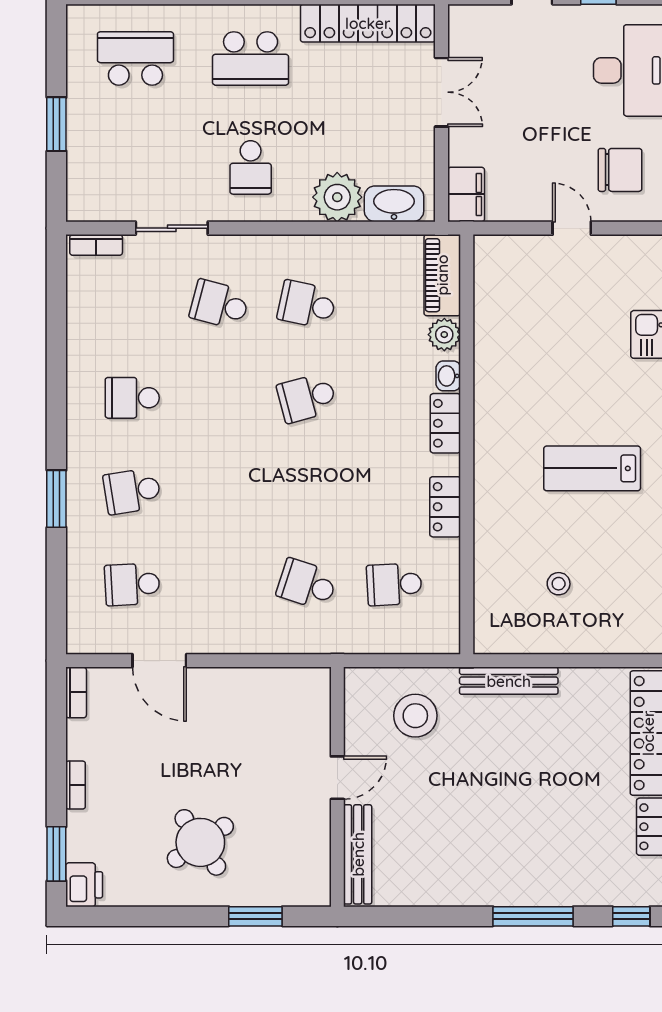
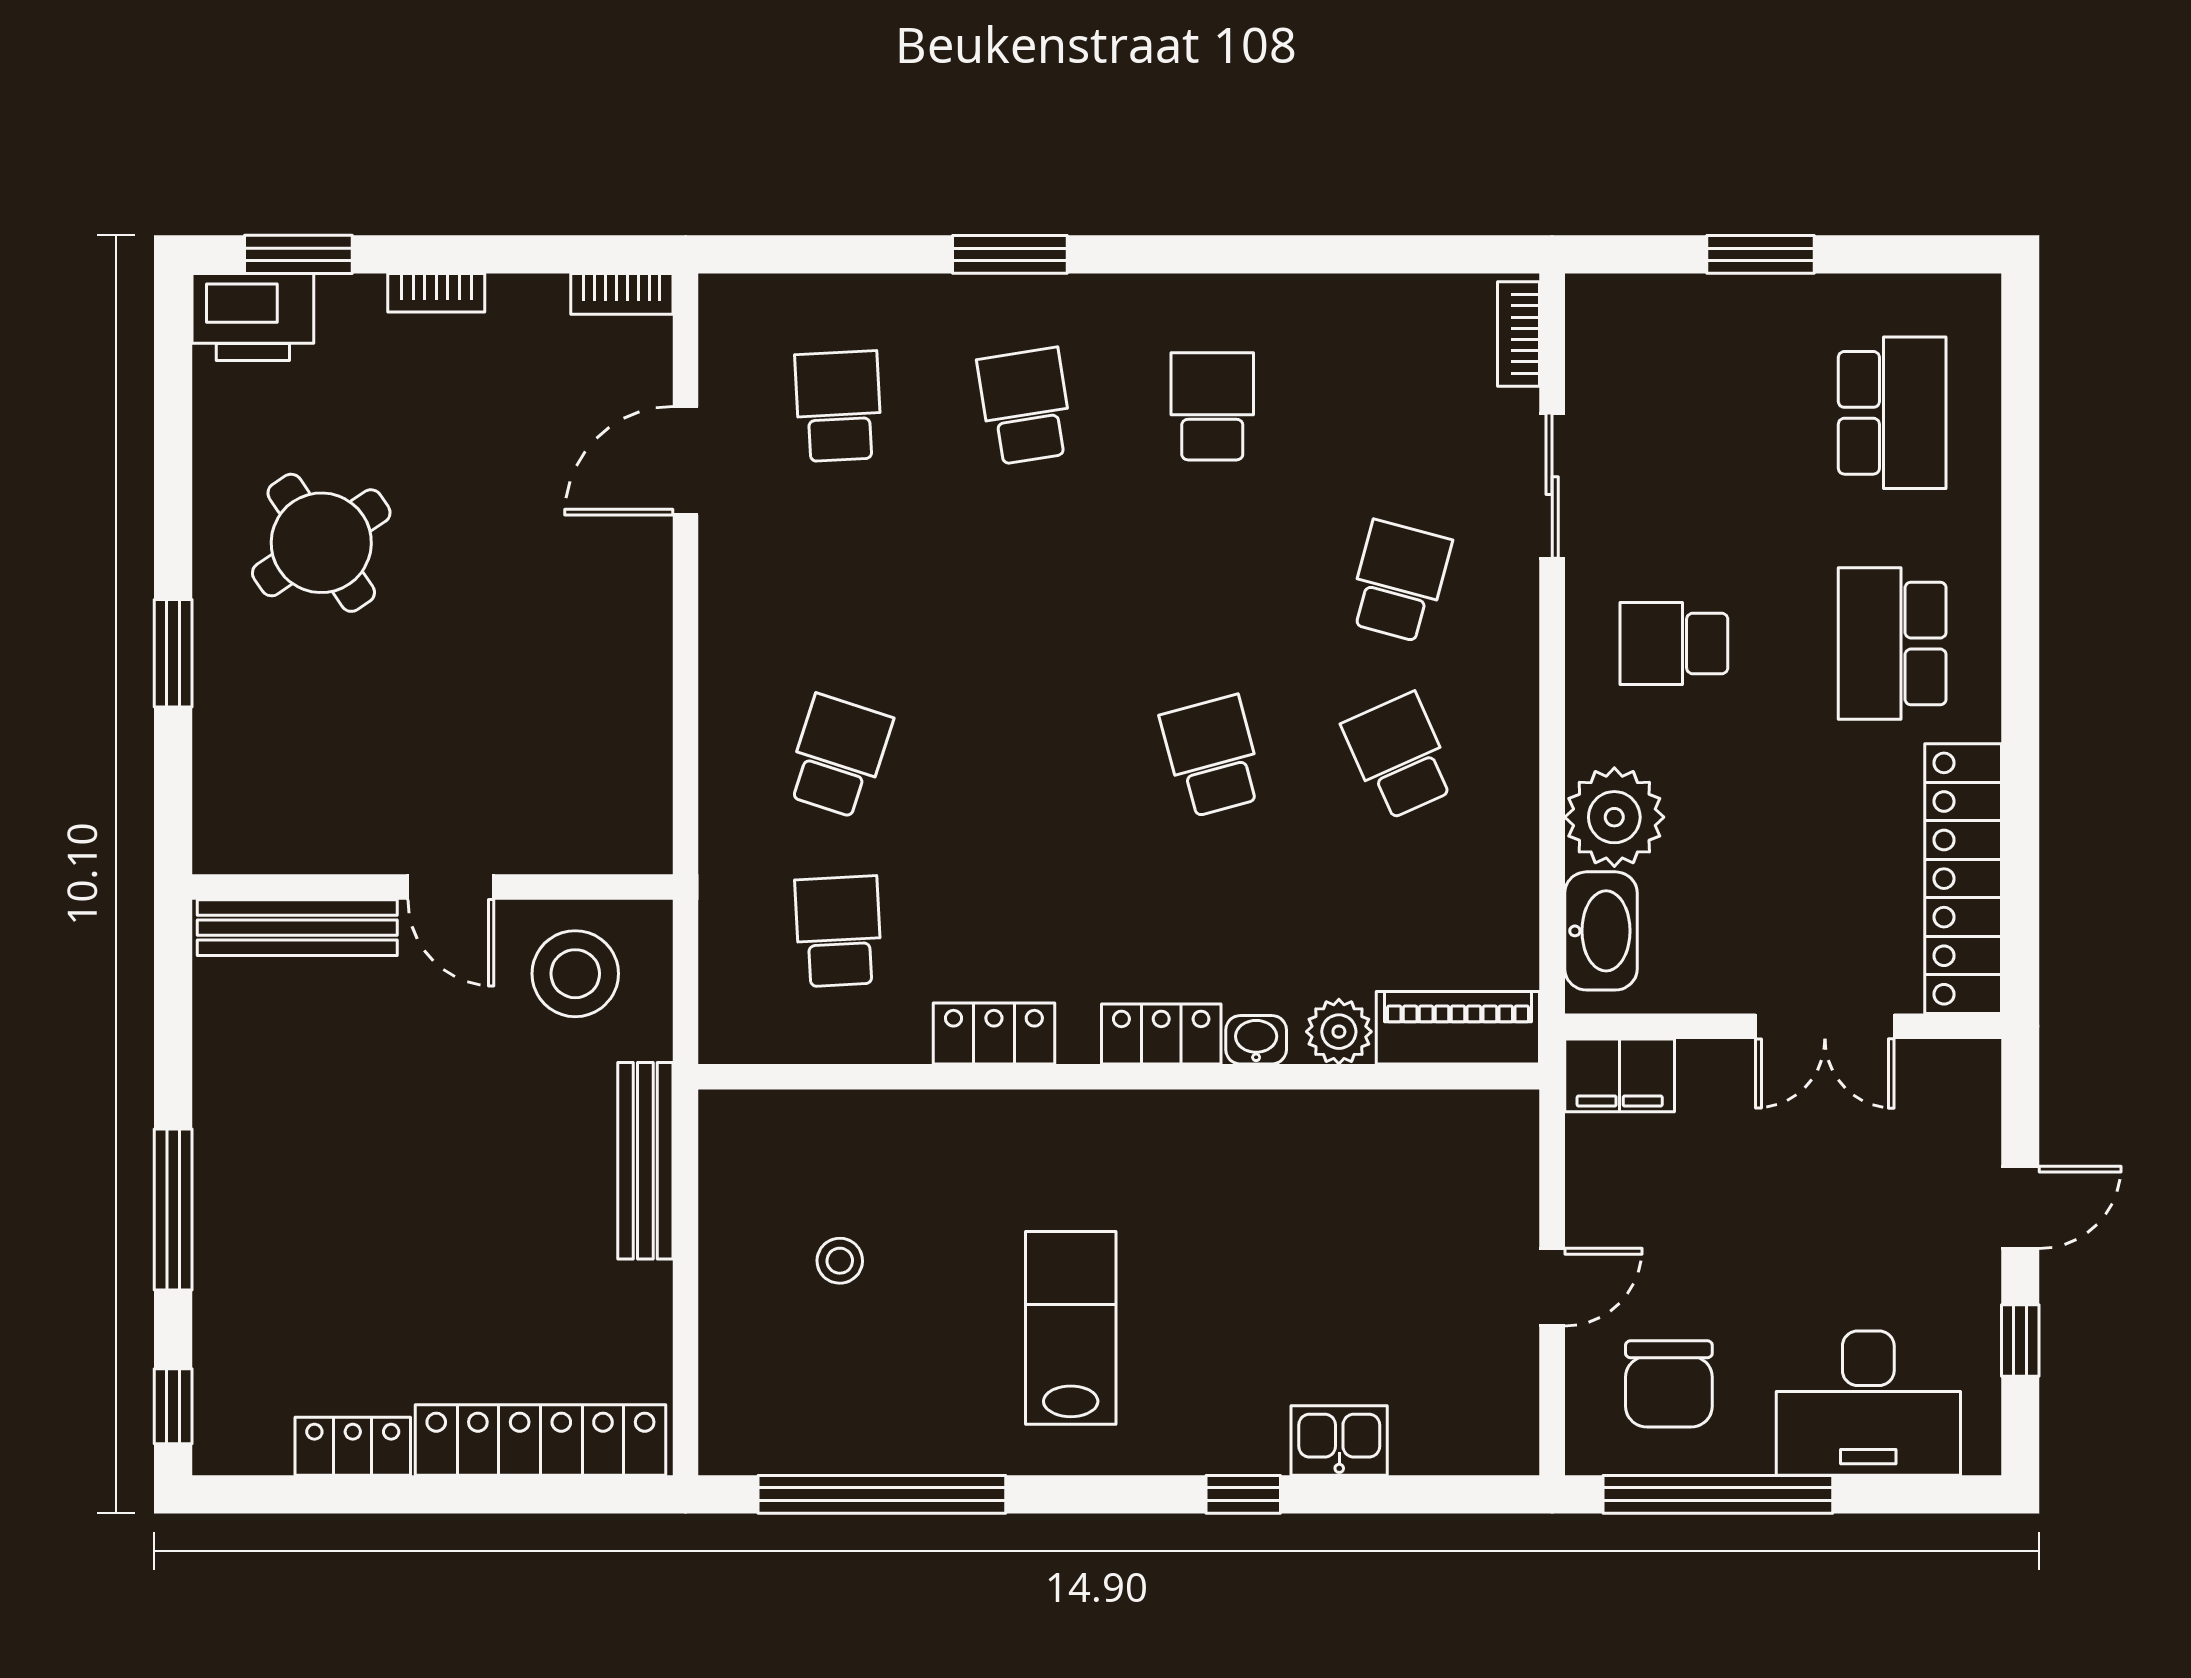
school desk: (307, 305) -> (1399, 756), turned -36
door: (337, 778) -> (451, 887), moved
wall: (337, 787) -> (432, 887), moved
bench: (358, 854) -> (297, 928), moved
printer: (84, 885) -> (253, 317), width x1.37, depth x1.19

